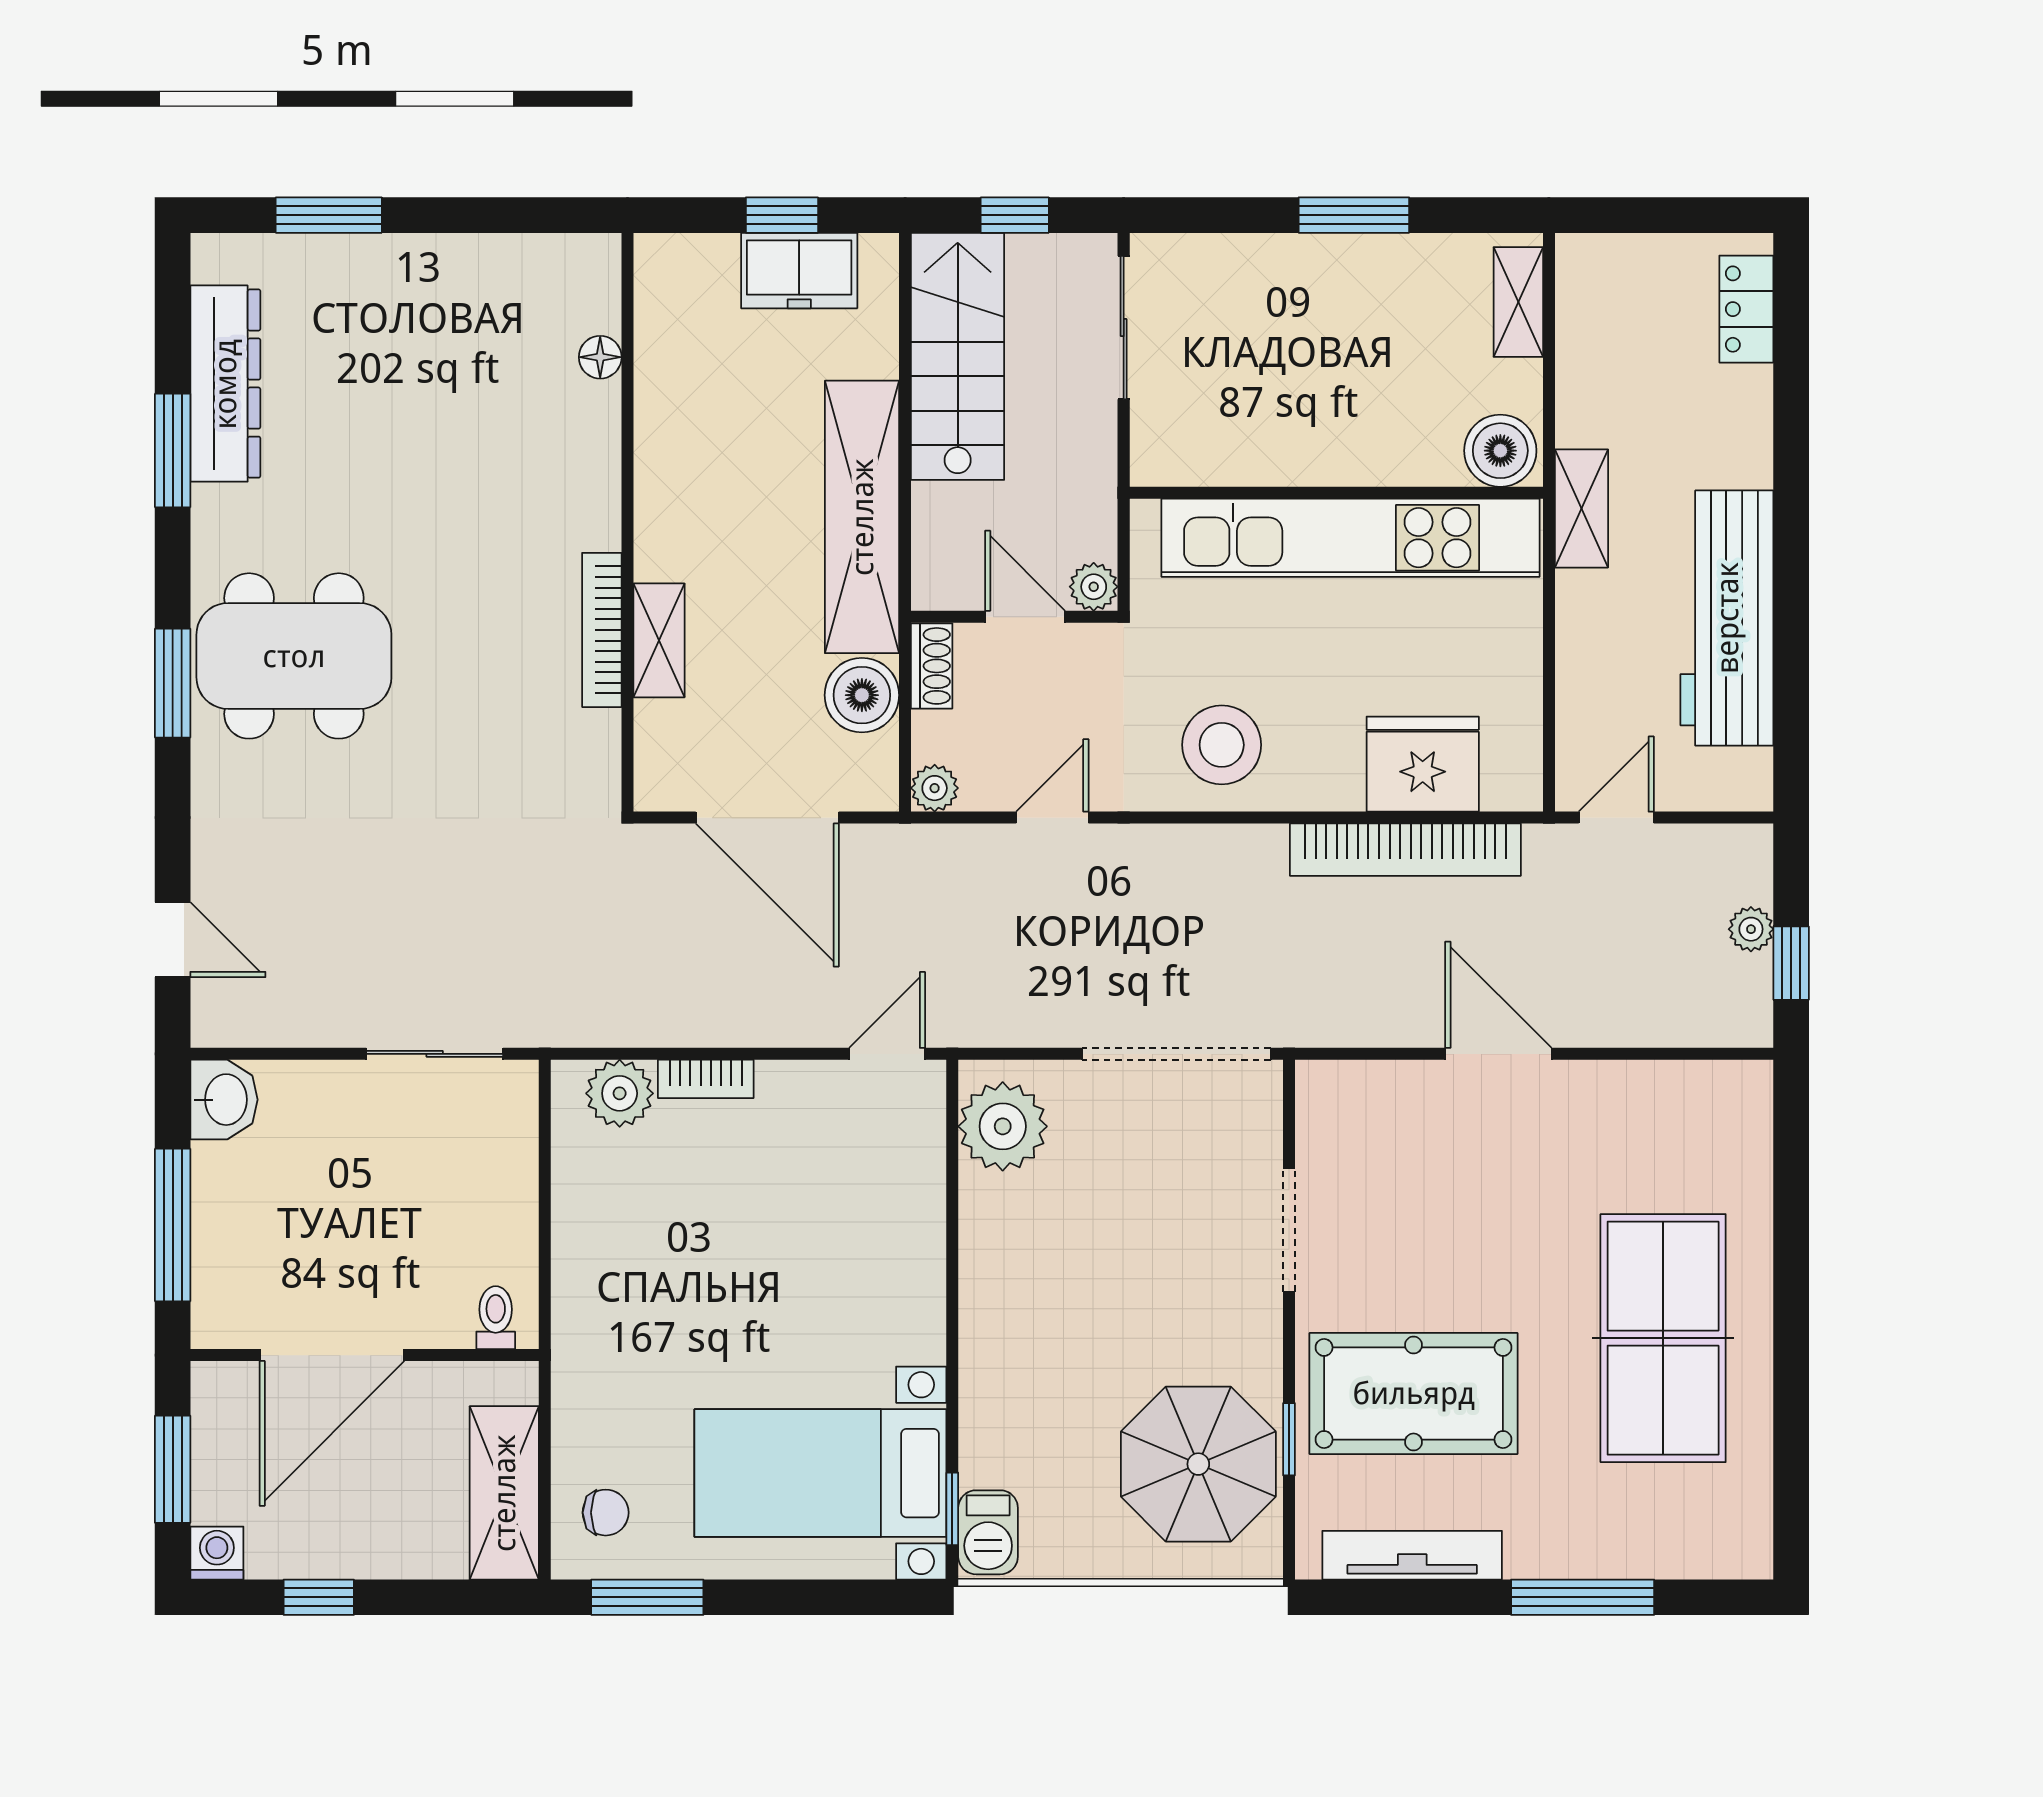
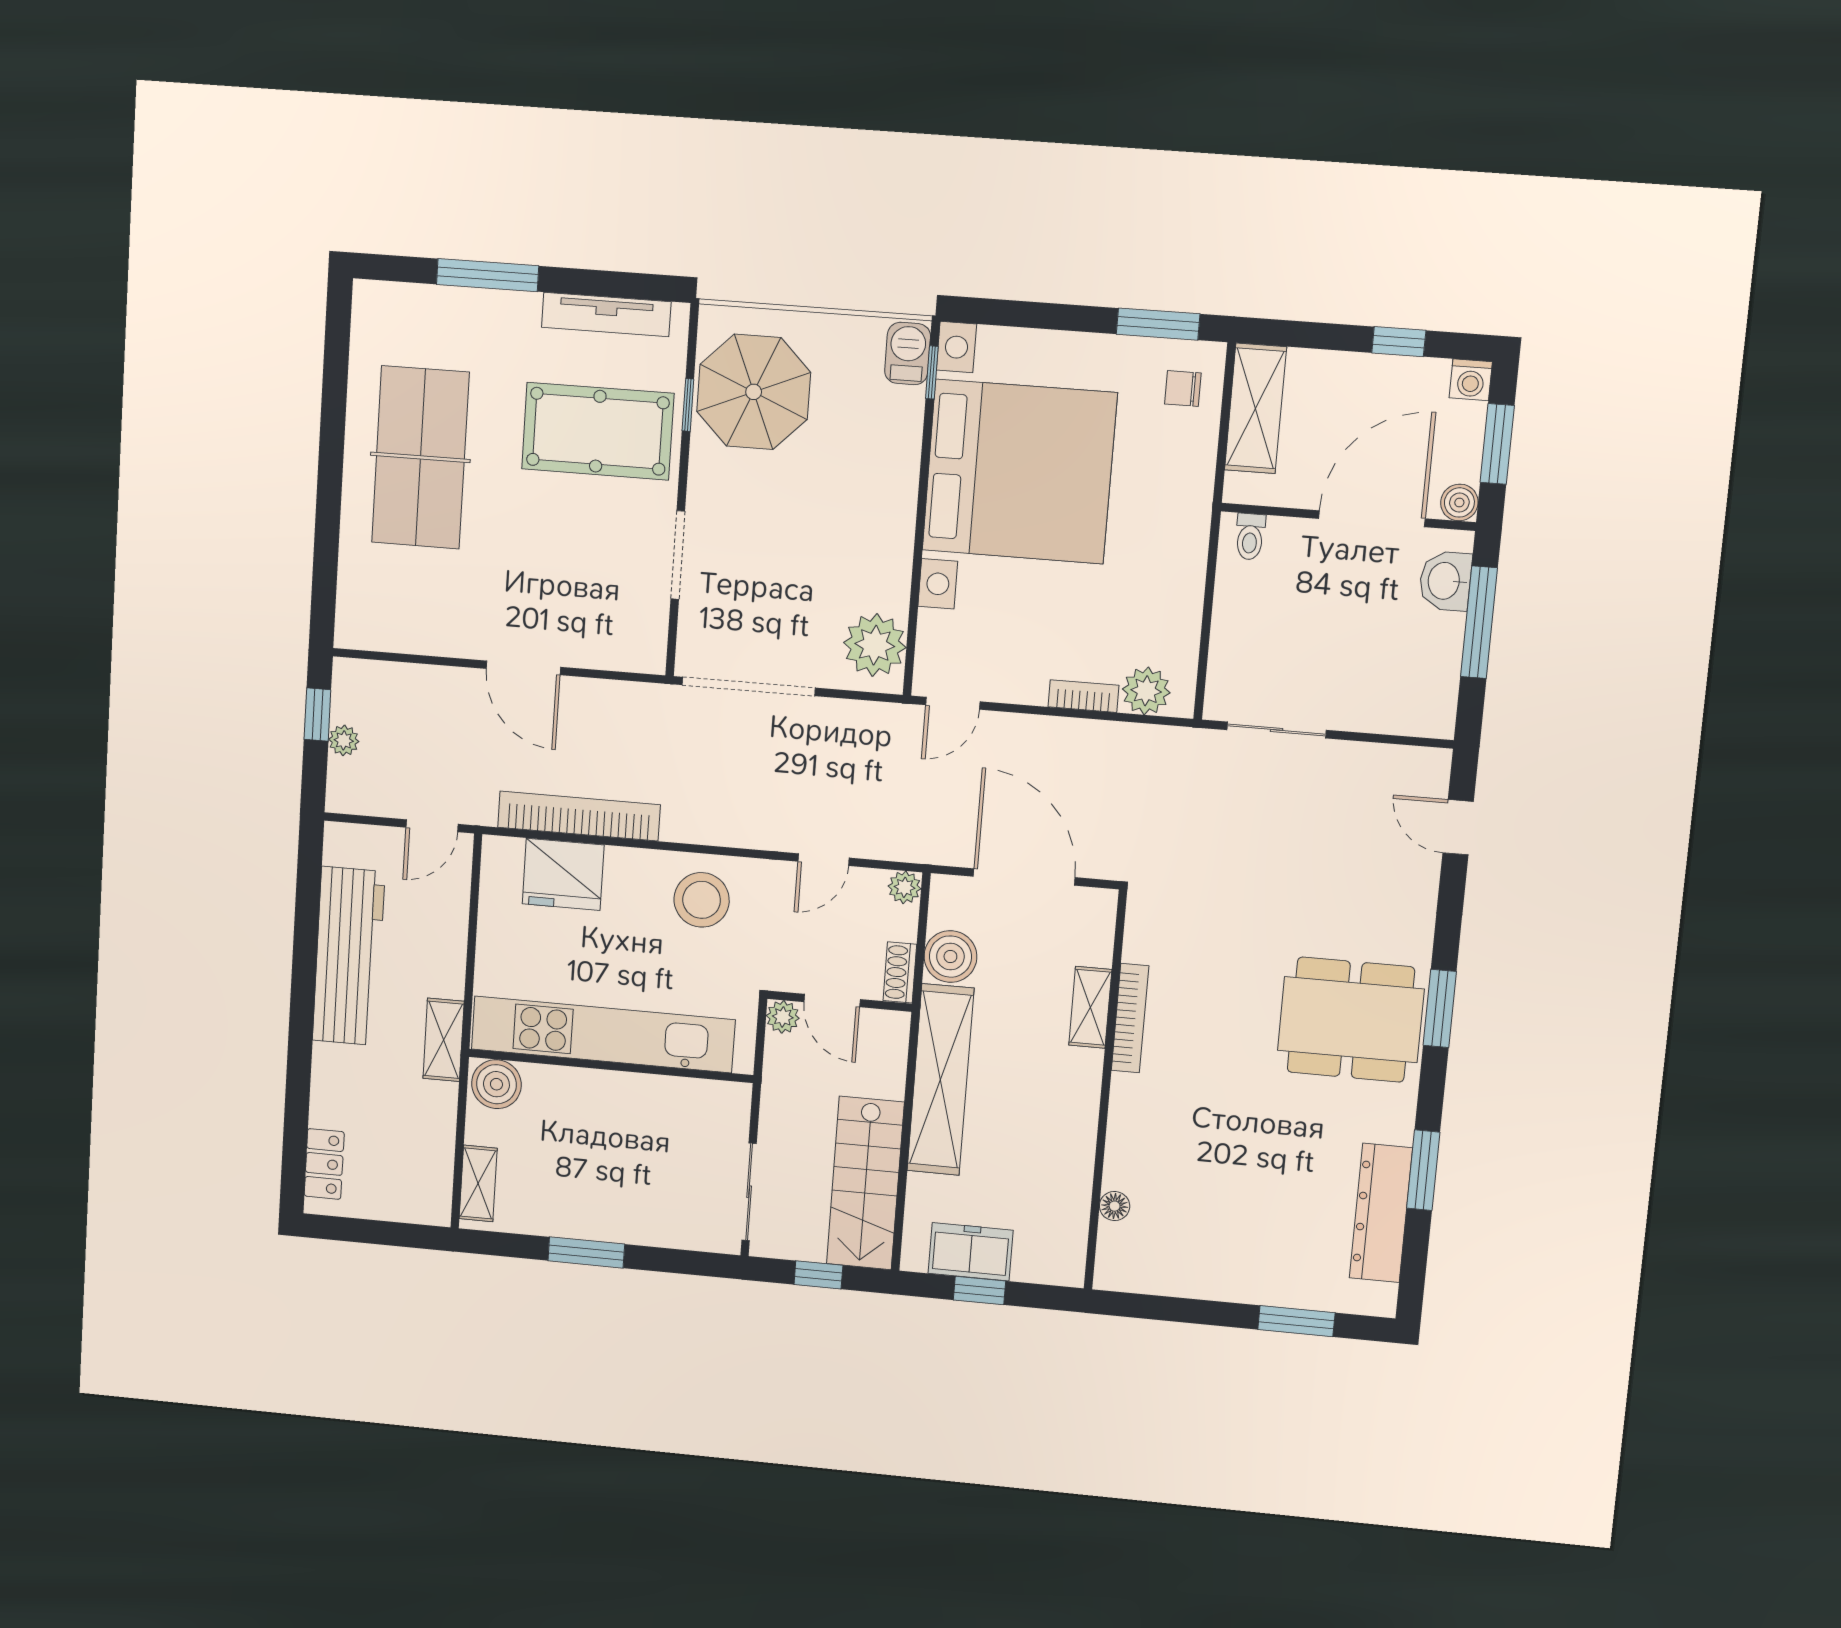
washbasin: (224, 1100) -> (1445, 581), moved
boiler: (216, 1386) -> (1459, 502), added
bed with nightstands: (820, 1473) -> (1019, 472), width x1.85

